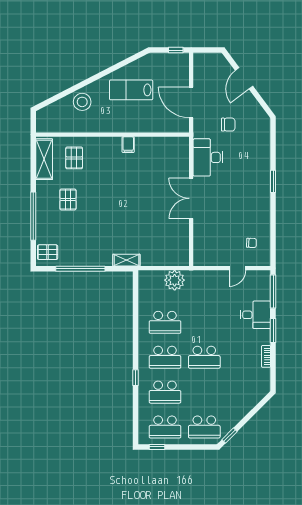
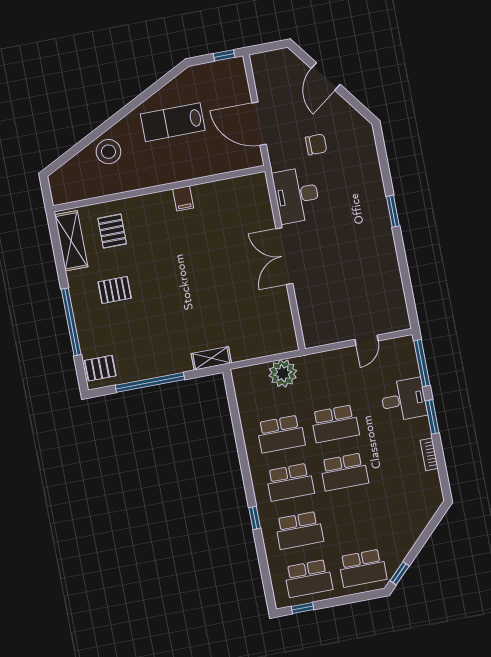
pallet: (68, 199) -> (115, 290), turned 90
chair: (251, 243) -> (379, 302), removed
school desk: (204, 322) -> (335, 424), added

